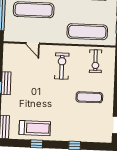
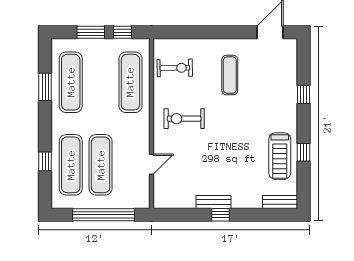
treadmill: (35, 128) -> (280, 156), turned 180

